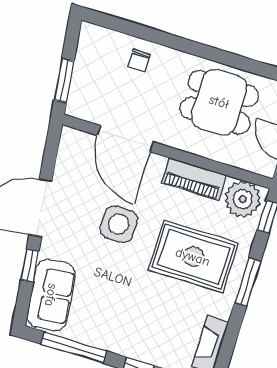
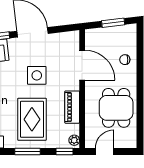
window: (64, 81) -> (113, 23), moved
door: (125, 139) -> (82, 65), swing flipped
plant: (243, 199) -> (74, 140), width x0.53, depth x0.53

